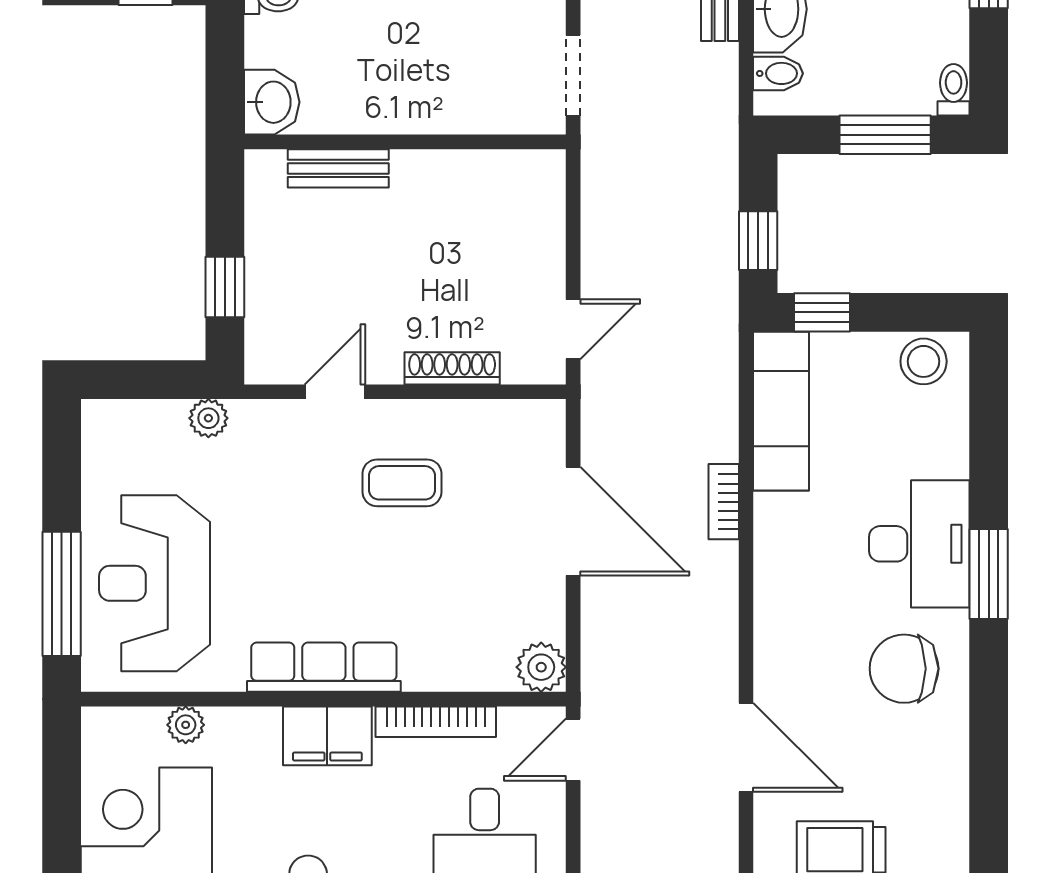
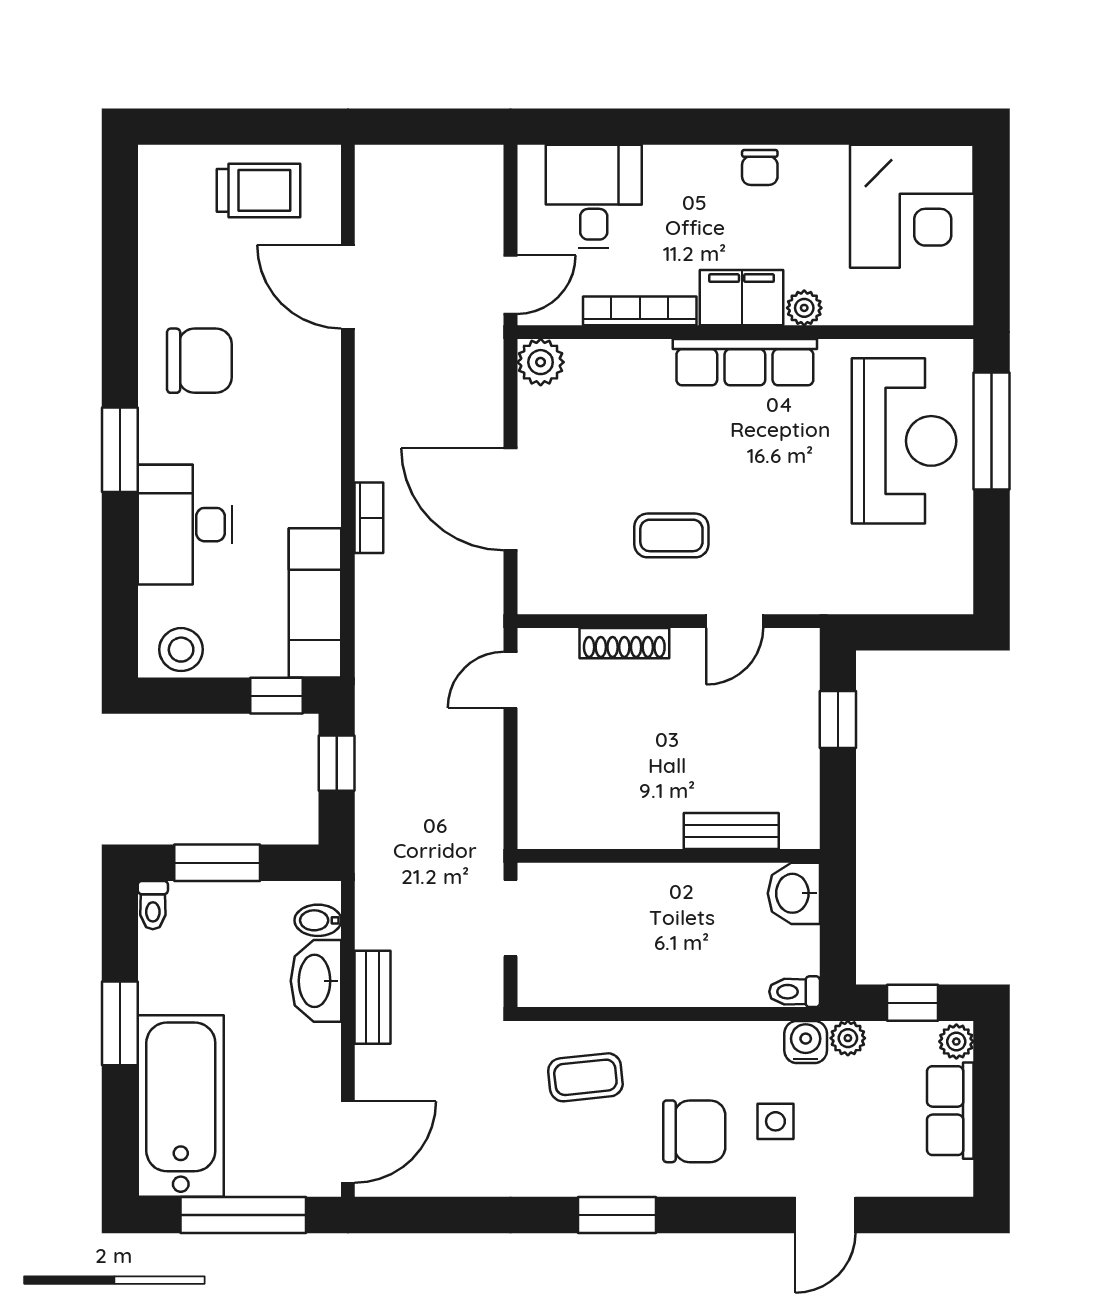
plant: (208, 418) -> (853, 596), removed
desk: (919, 544) -> (185, 525), moved
plant: (186, 725) -> (804, 308), moved

